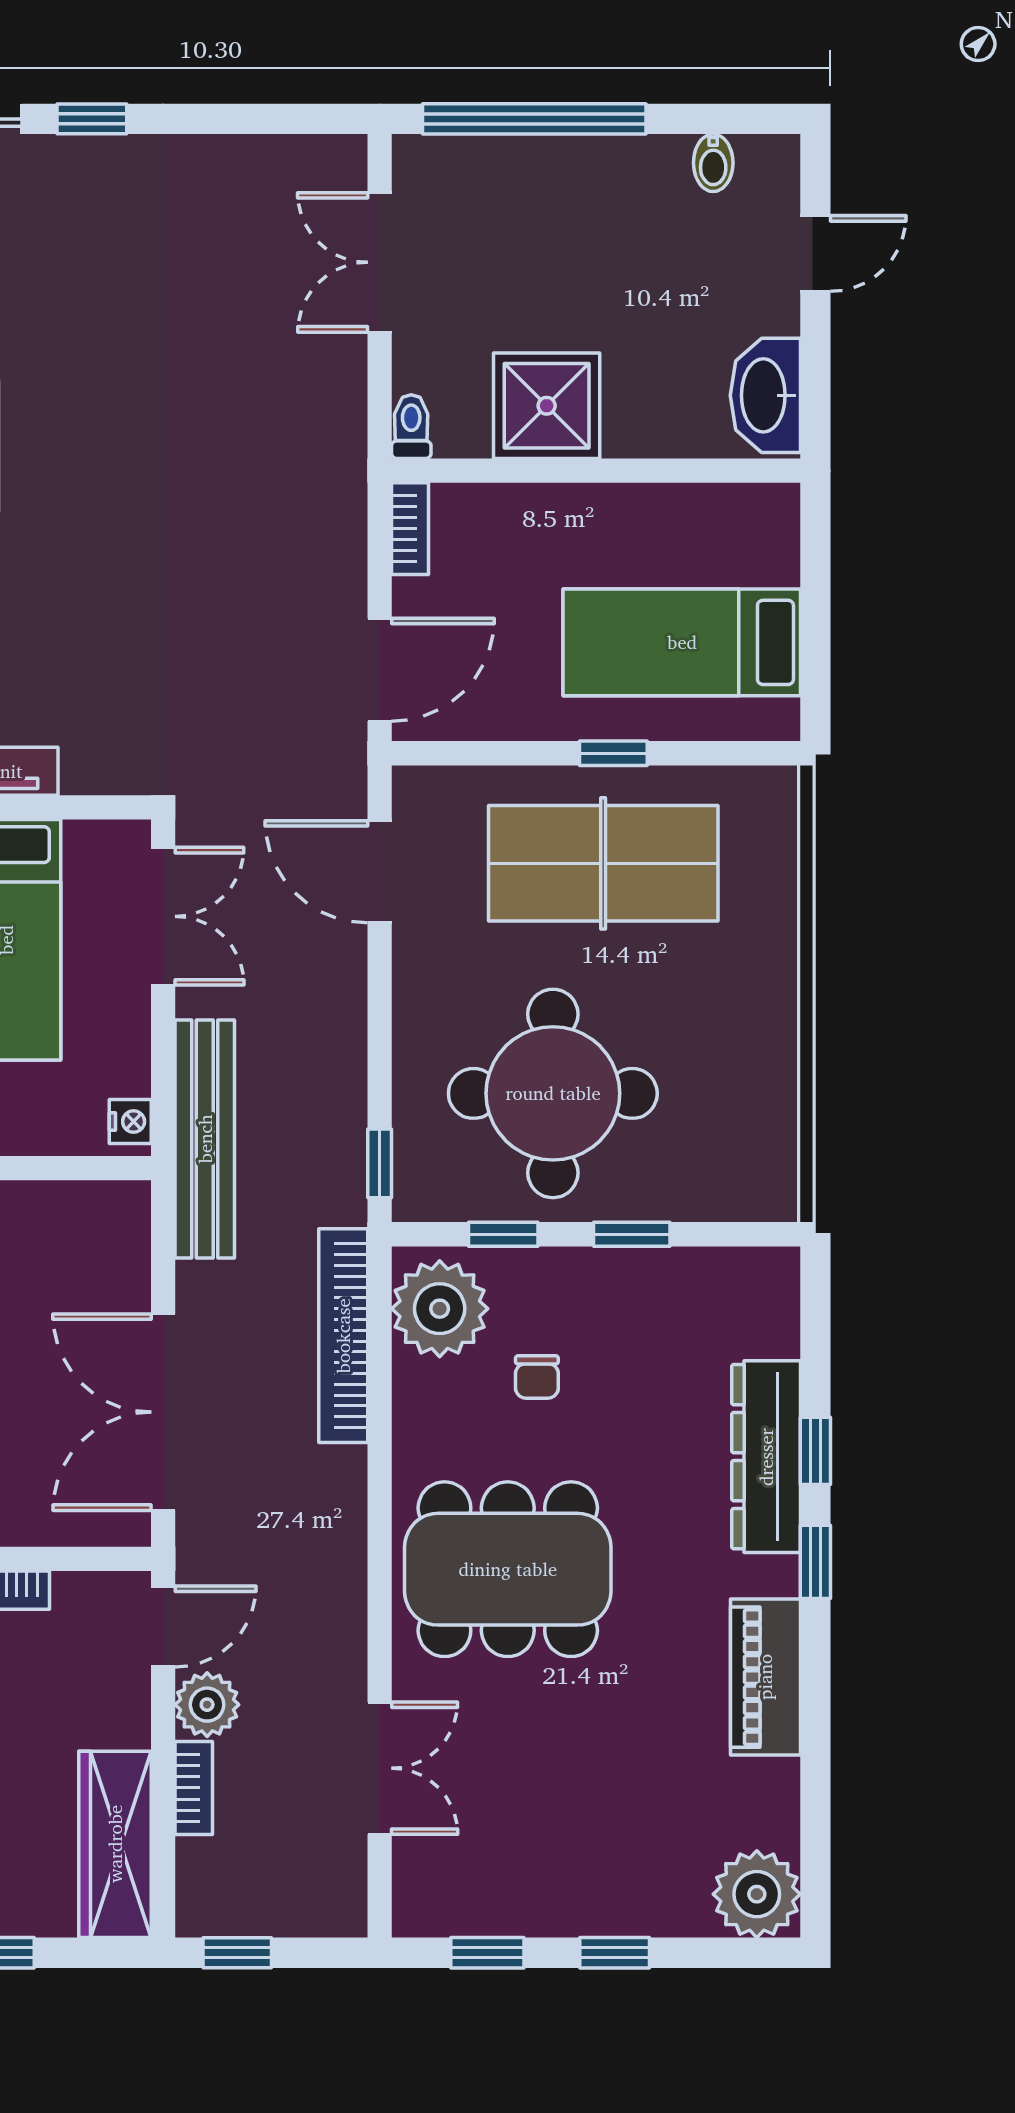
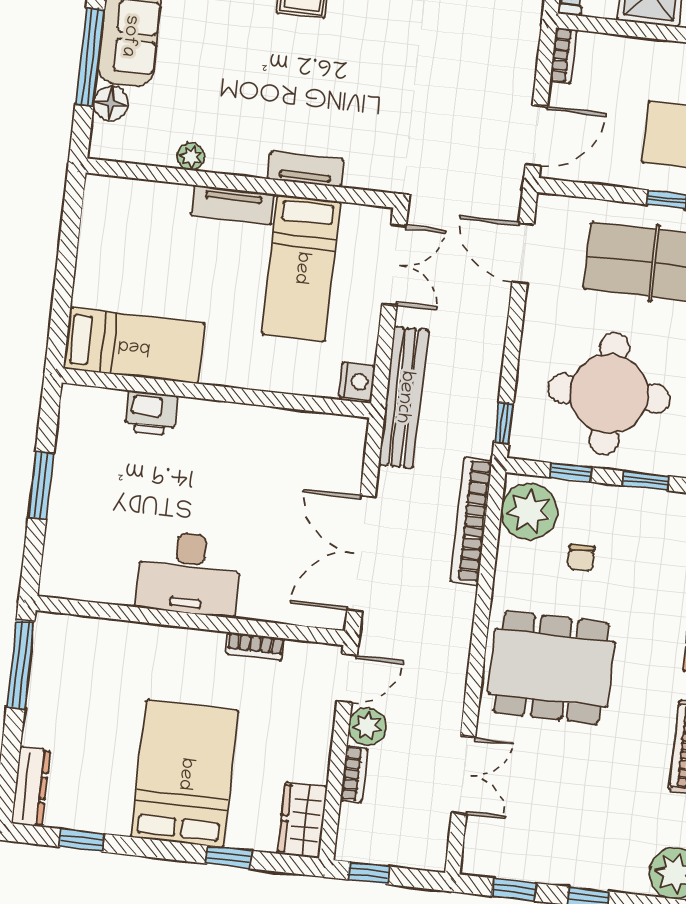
nightstand: (130, 1122) -> (357, 382), width x1.39, depth x1.35
wardrobe: (115, 1844) -> (302, 820), width x0.67

